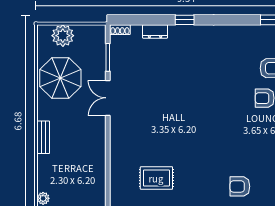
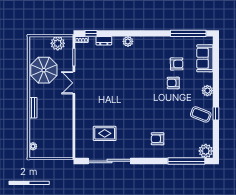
window: (185, 20) -> (91, 33), moved
plant: (193, 33) -> (128, 41), added
plant: (63, 36) -> (58, 43), moved

